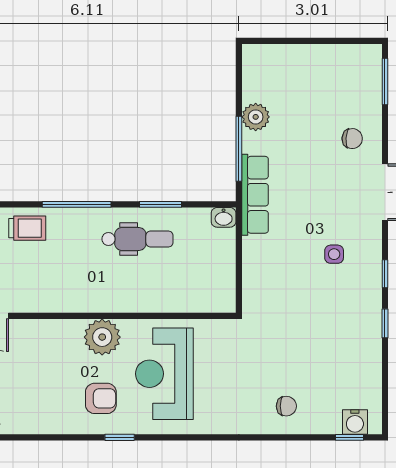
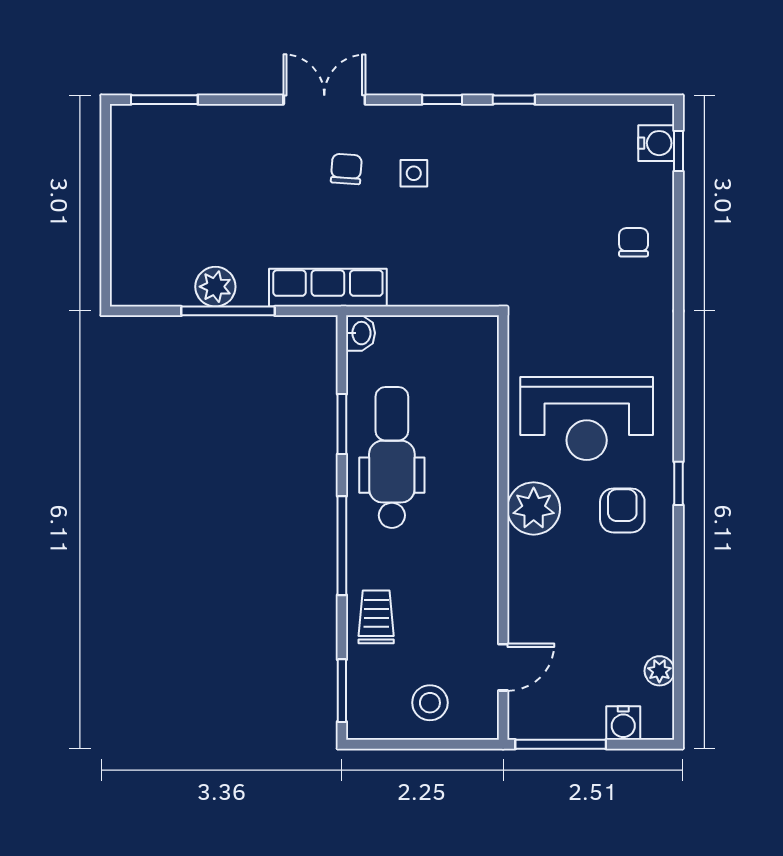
chair: (352, 139) -> (346, 169), moved
window: (239, 149) -> (228, 311), moved
dental chair: (137, 239) -> (392, 457), width x1.36, depth x1.38

